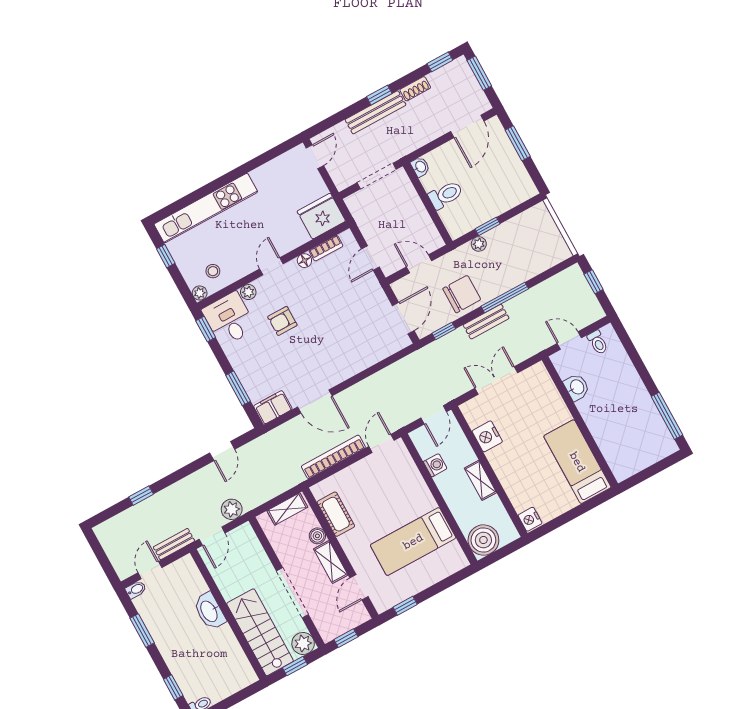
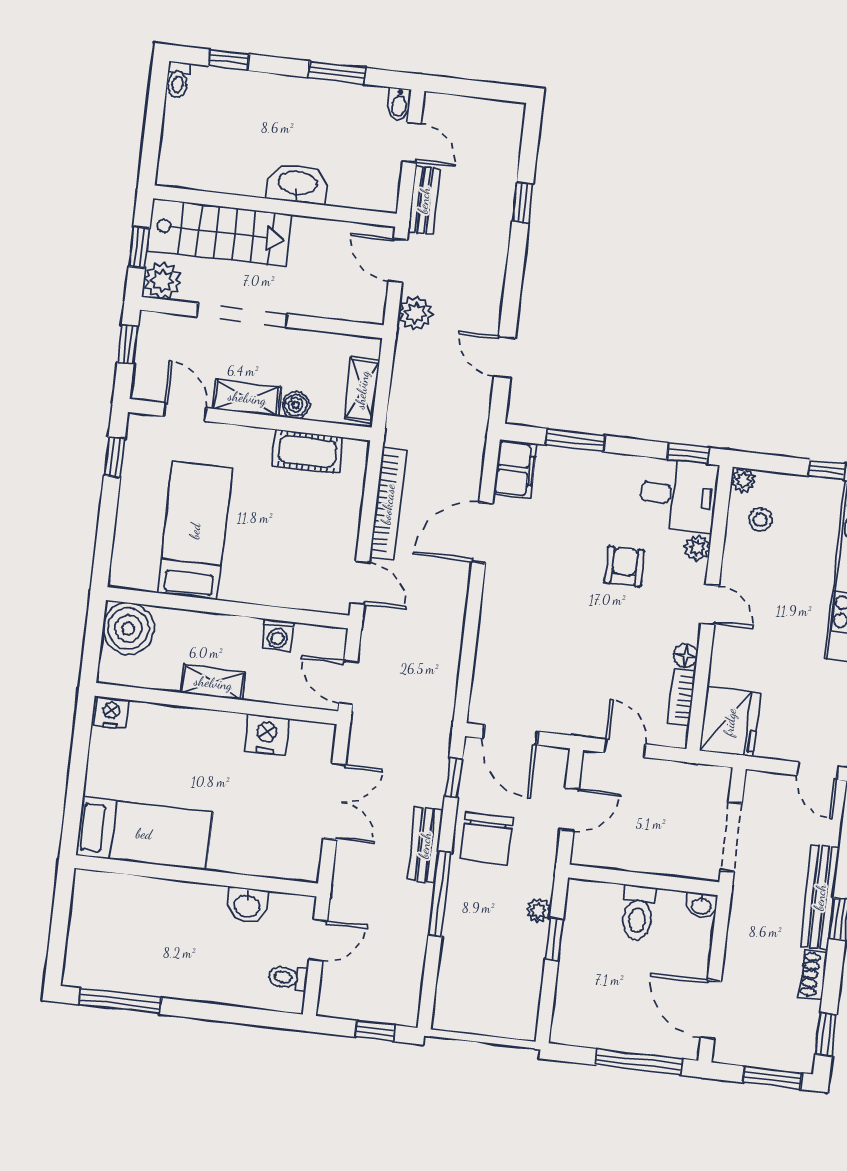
window: (518, 143) -> (639, 1062), width x1.44

